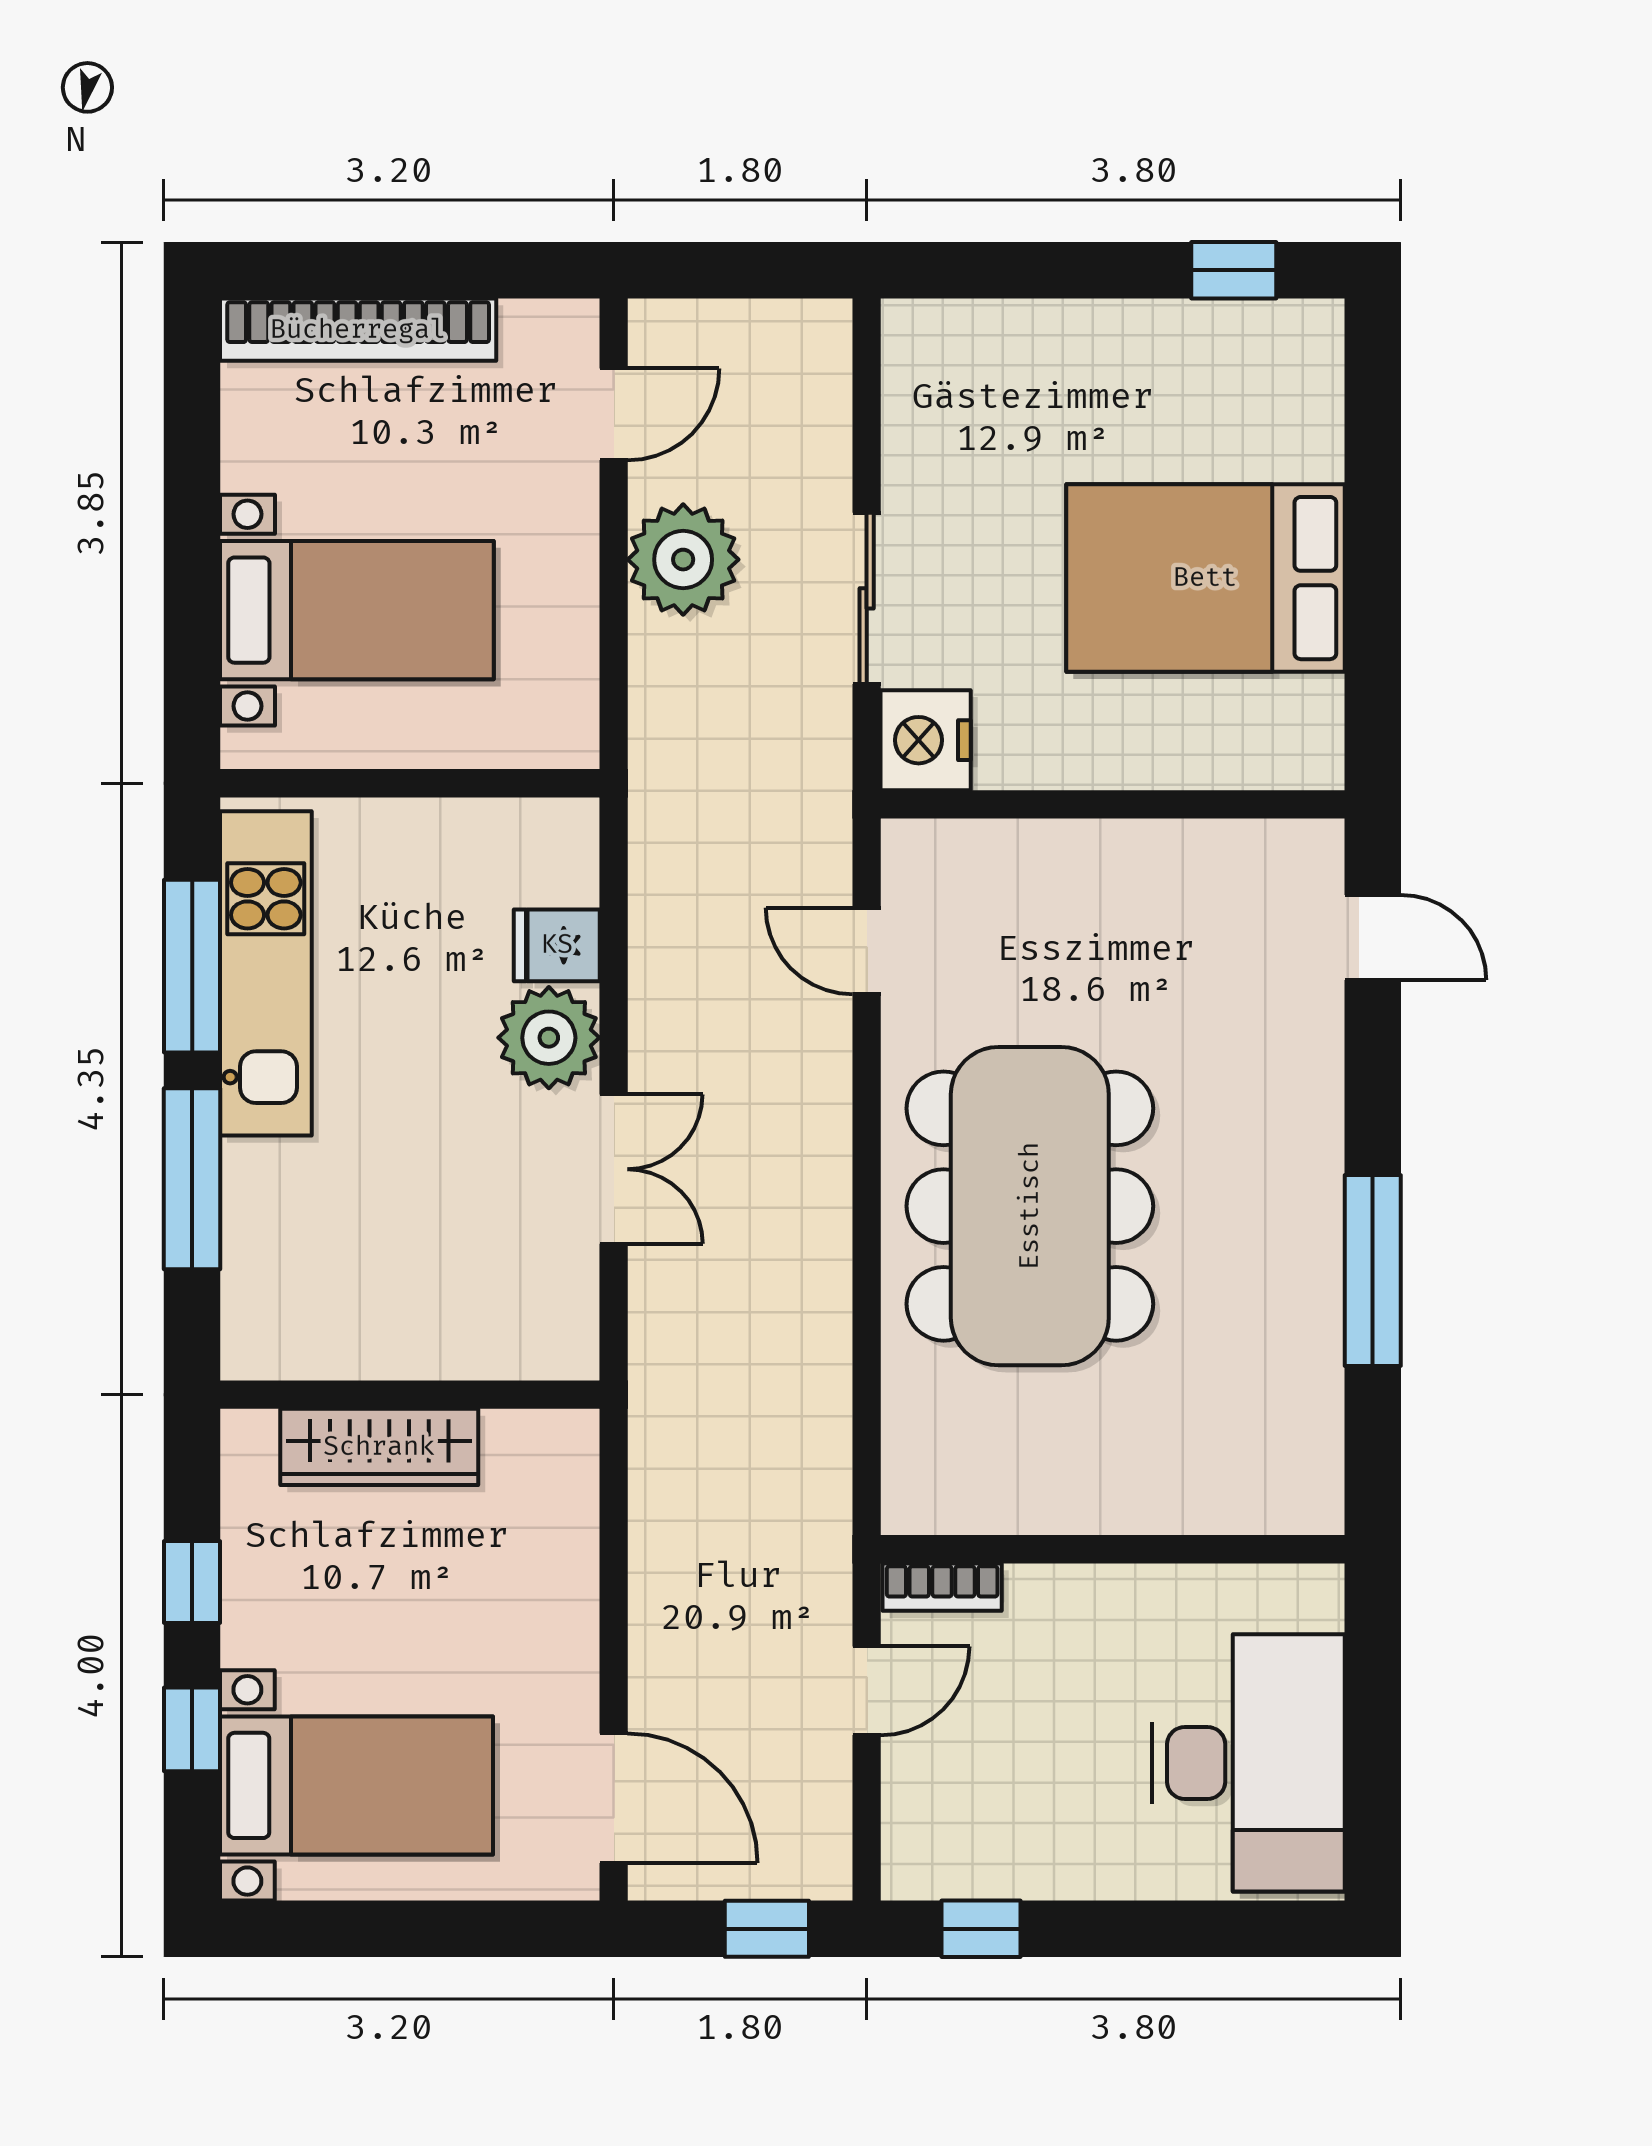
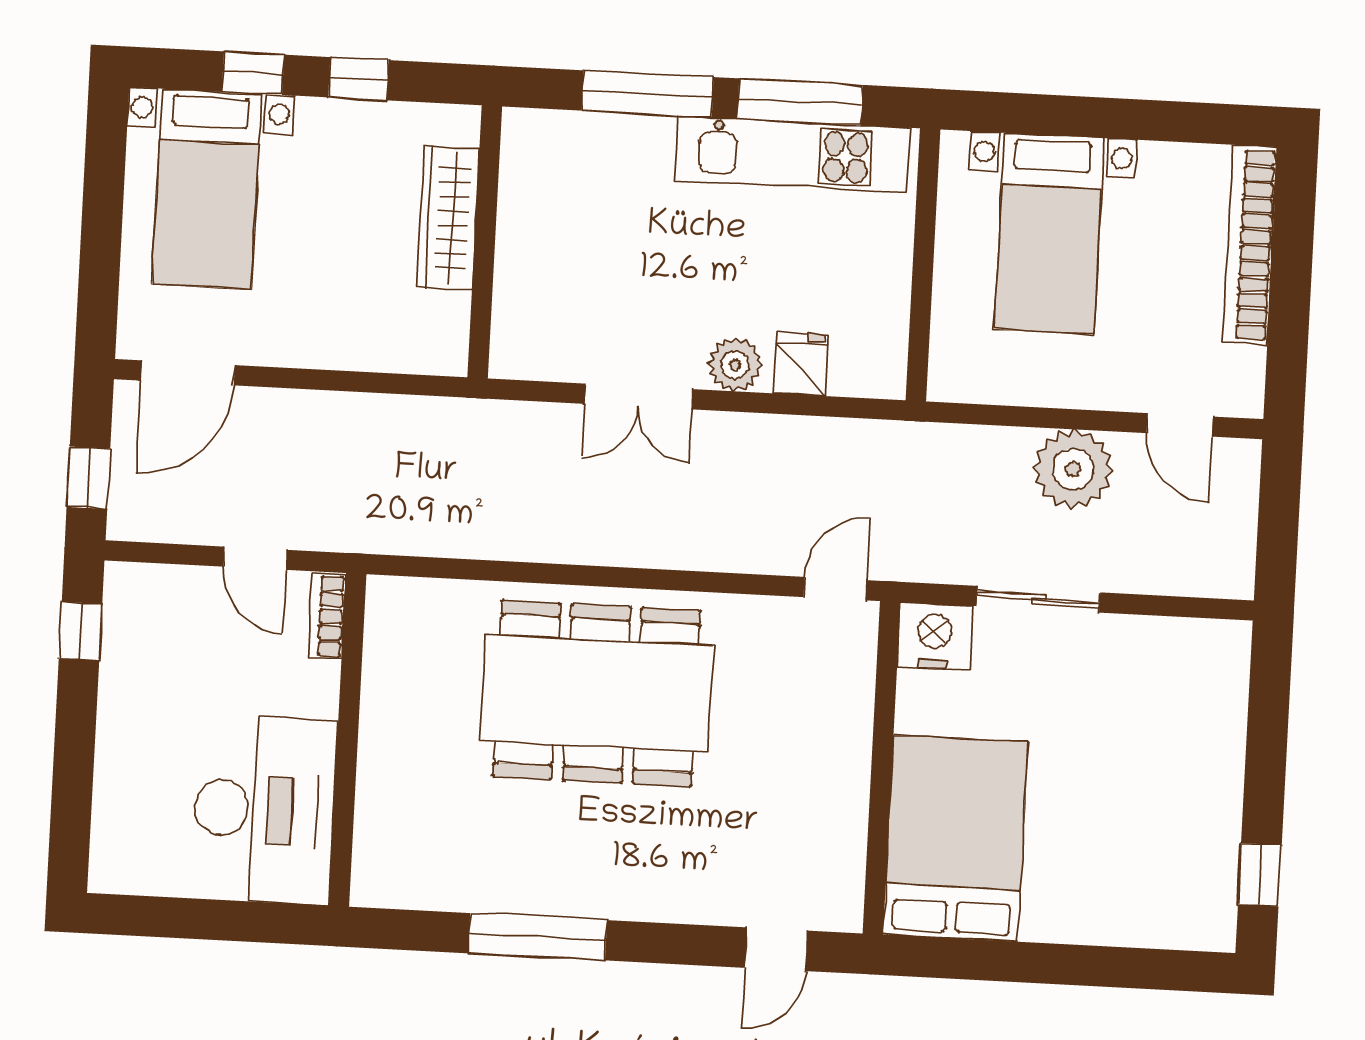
bed: (1205, 578) -> (955, 838), moved
door: (867, 951) -> (835, 589), moved
plant: (549, 1038) -> (735, 365), width x0.73, depth x0.73
desk: (1248, 1763) -> (264, 810), moved, turned -90

